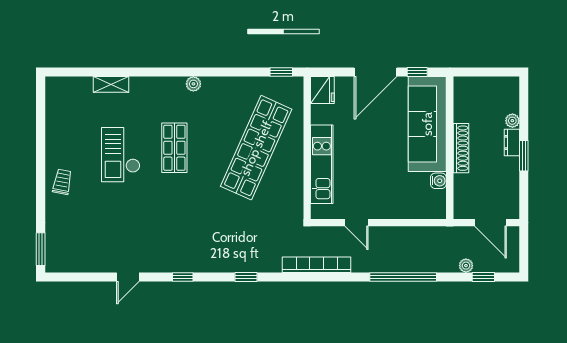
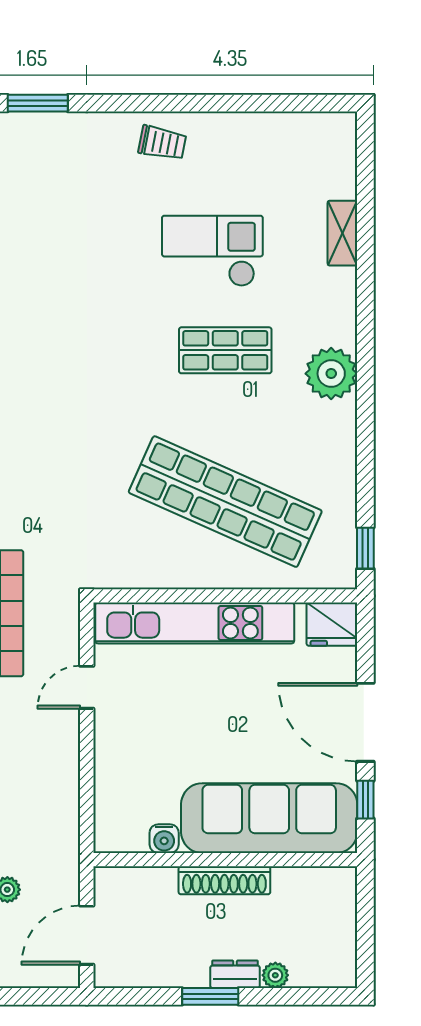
plant: (193, 84) -> (331, 374), width x1.88, depth x1.88
kitchen unit: (322, 164) -> (195, 623), width x1.36

